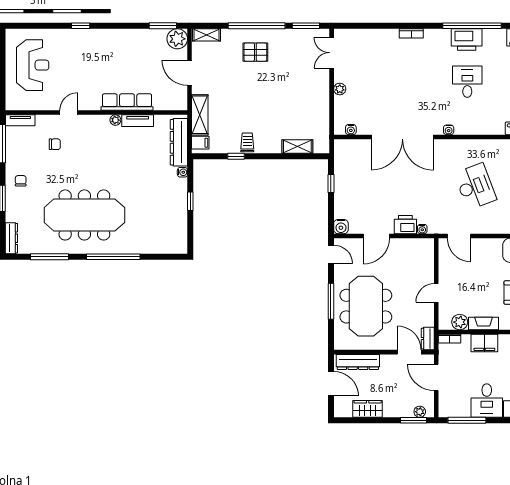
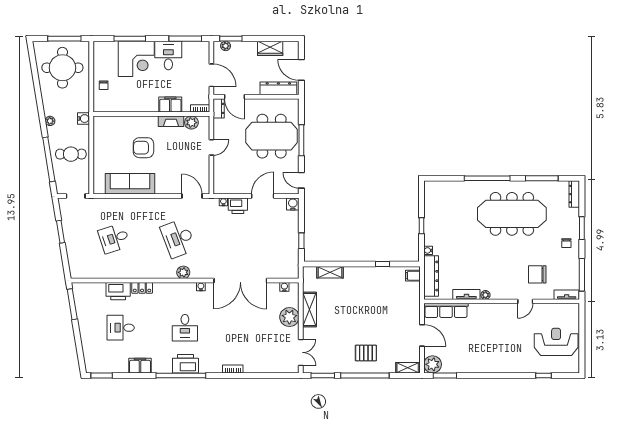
window: (81, 26) -> (544, 376), moved
reception desk: (33, 65) -> (556, 342), turned 90
plant: (340, 89) -> (289, 317), width x1.87, depth x1.87
row of seats: (127, 102) -> (446, 310), moved
shelving: (200, 115) -> (310, 309), moved
double door: (402, 137) -> (240, 281), swing flipped
trolley: (247, 142) -> (373, 276), removed
chair: (55, 144) -> (537, 274), width x1.87, depth x1.87
plant: (469, 147) -> (183, 272), added
meeting table: (366, 306) -> (272, 136), turned 90

